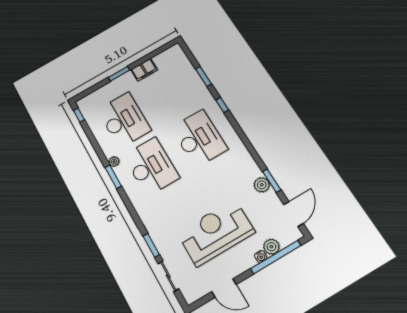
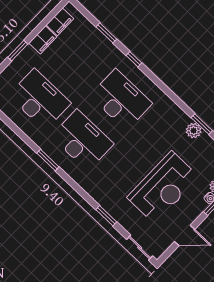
filing cabinet: (164, 58) -> (60, 22), added
plant: (114, 162) -> (44, 145), removed
reception desk: (216, 232) -> (163, 187), turned 180
sliding door: (168, 276) -> (140, 248), moved

